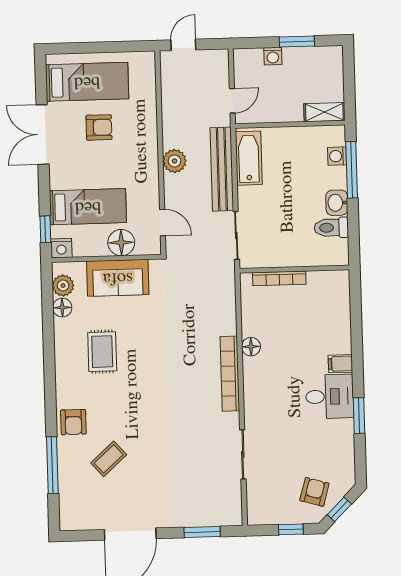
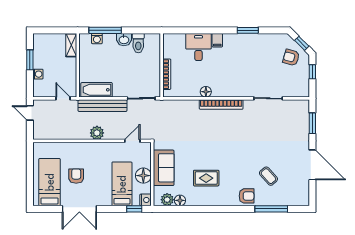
door: (183, 45) -> (30, 113), moved
floor lamp: (121, 243) -> (143, 176), moved
desk: (330, 397) -> (198, 47), moved

